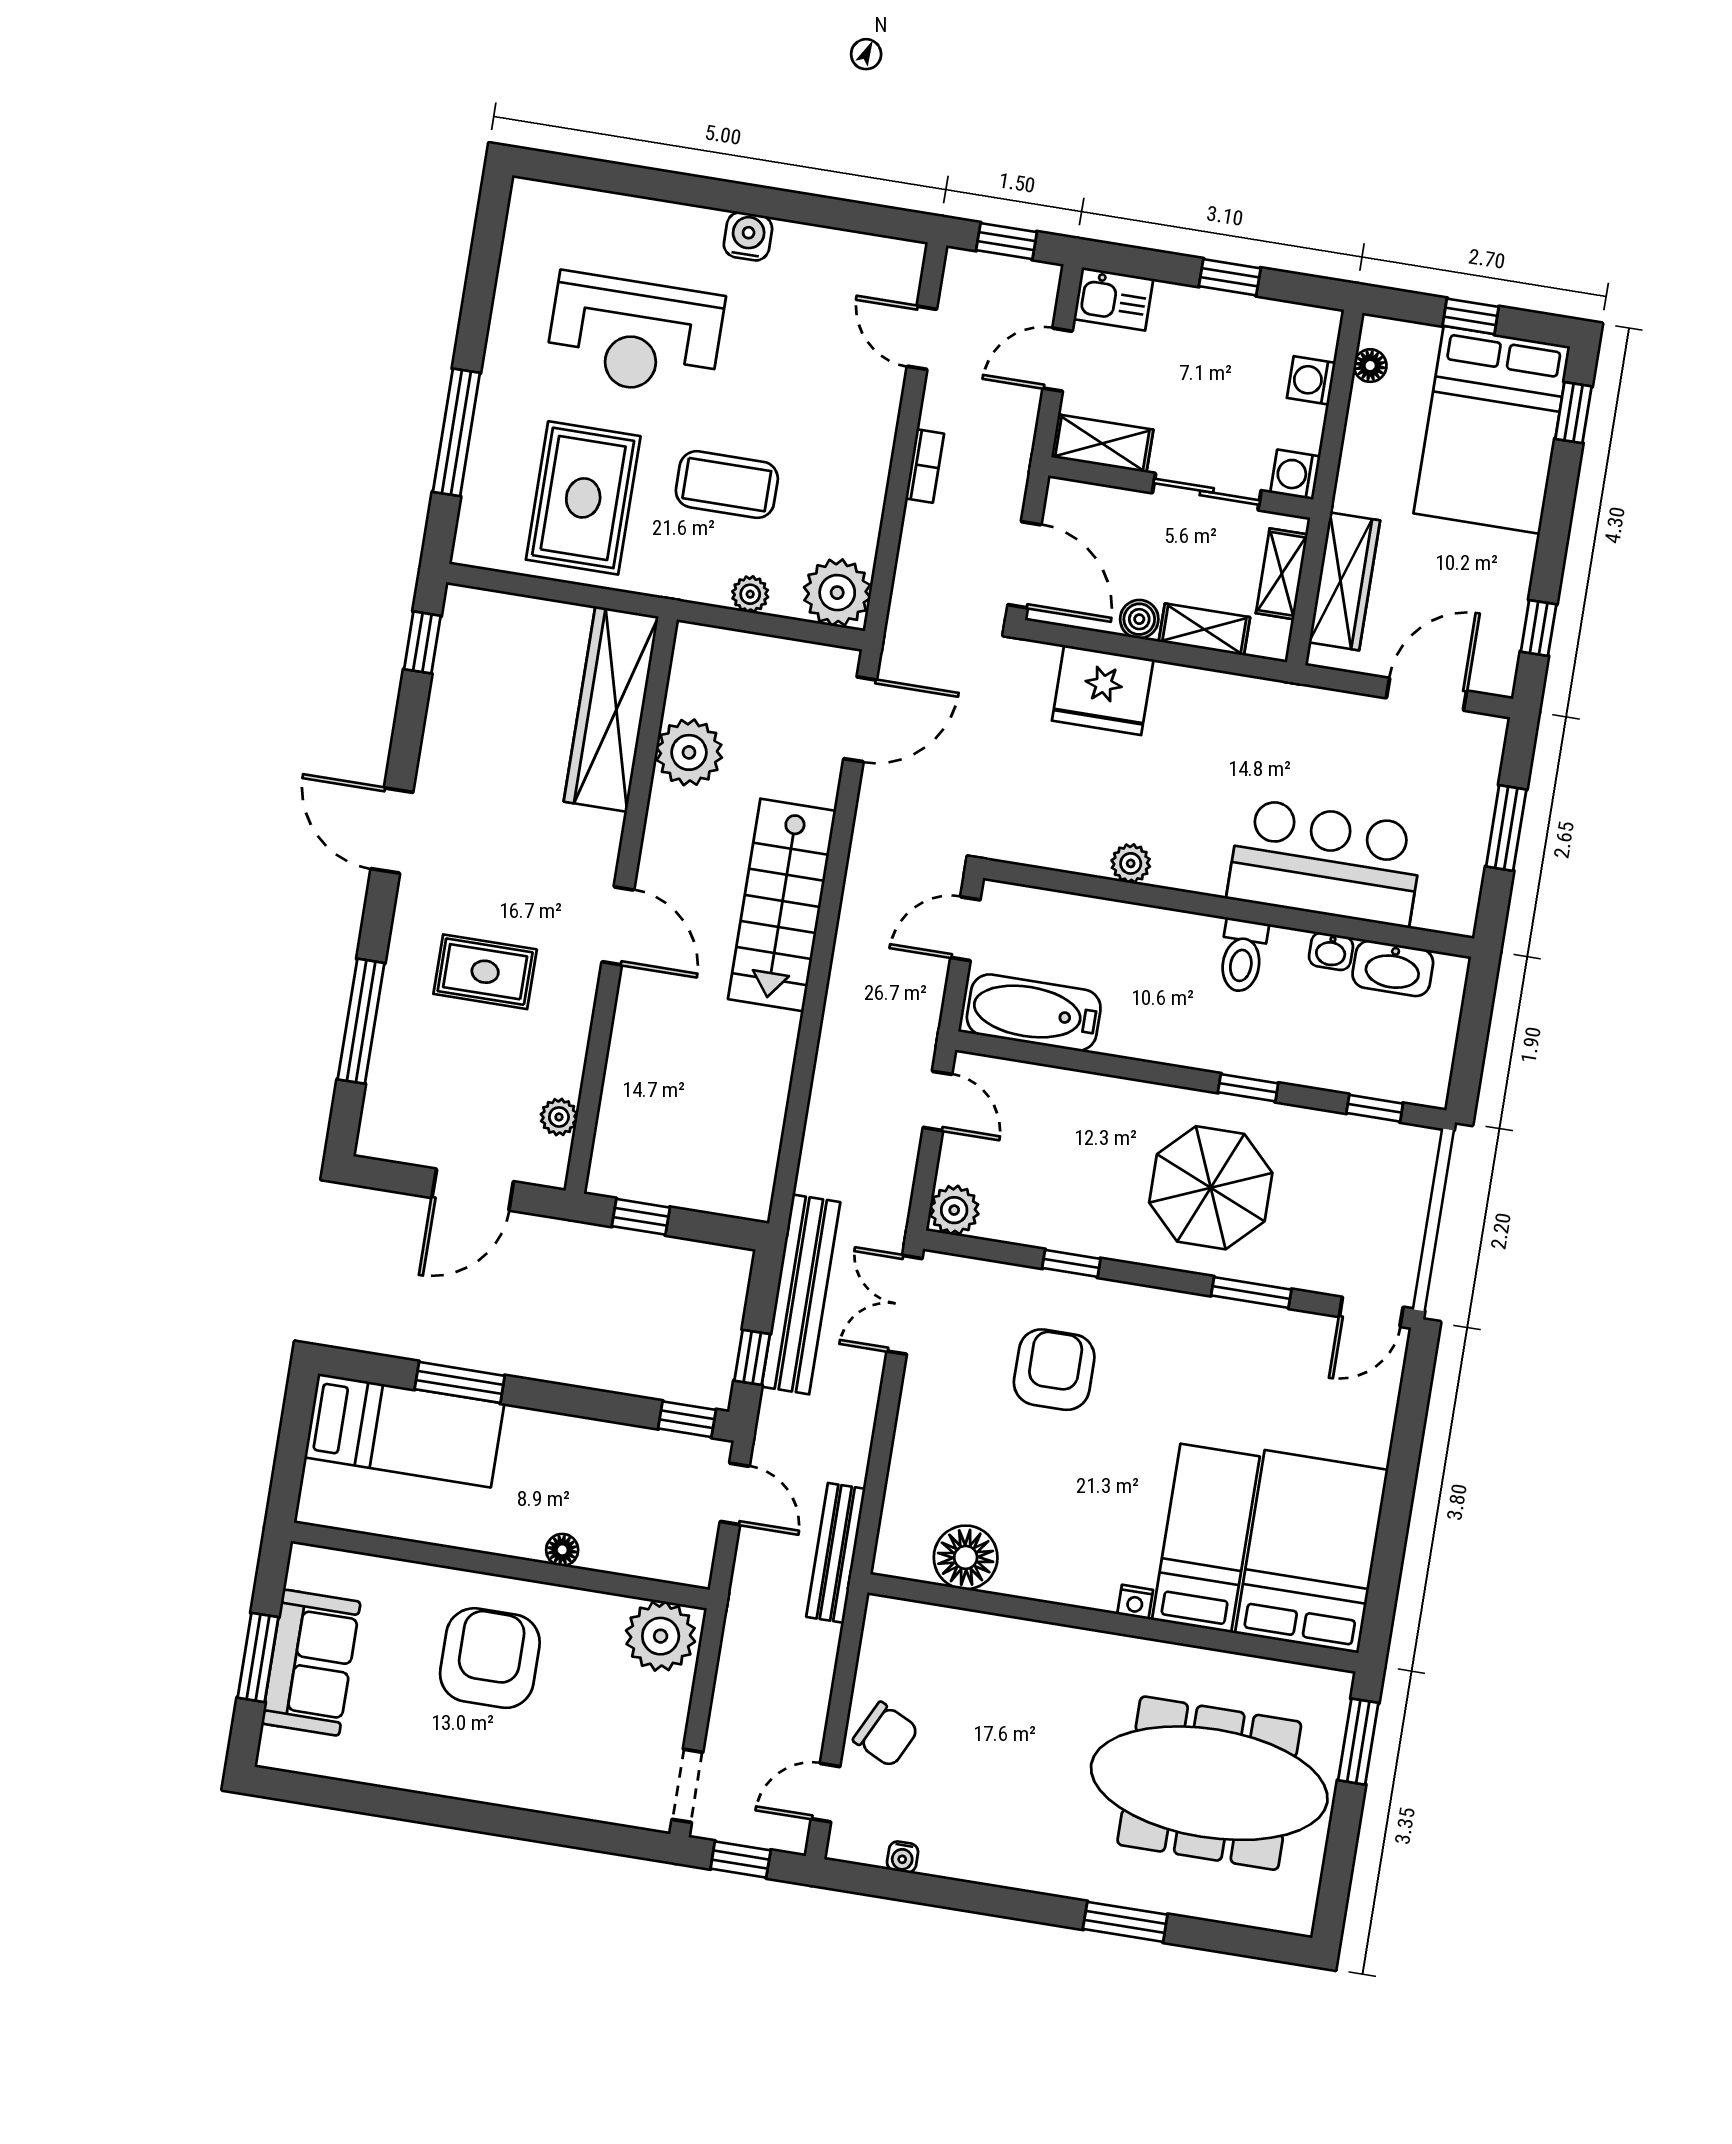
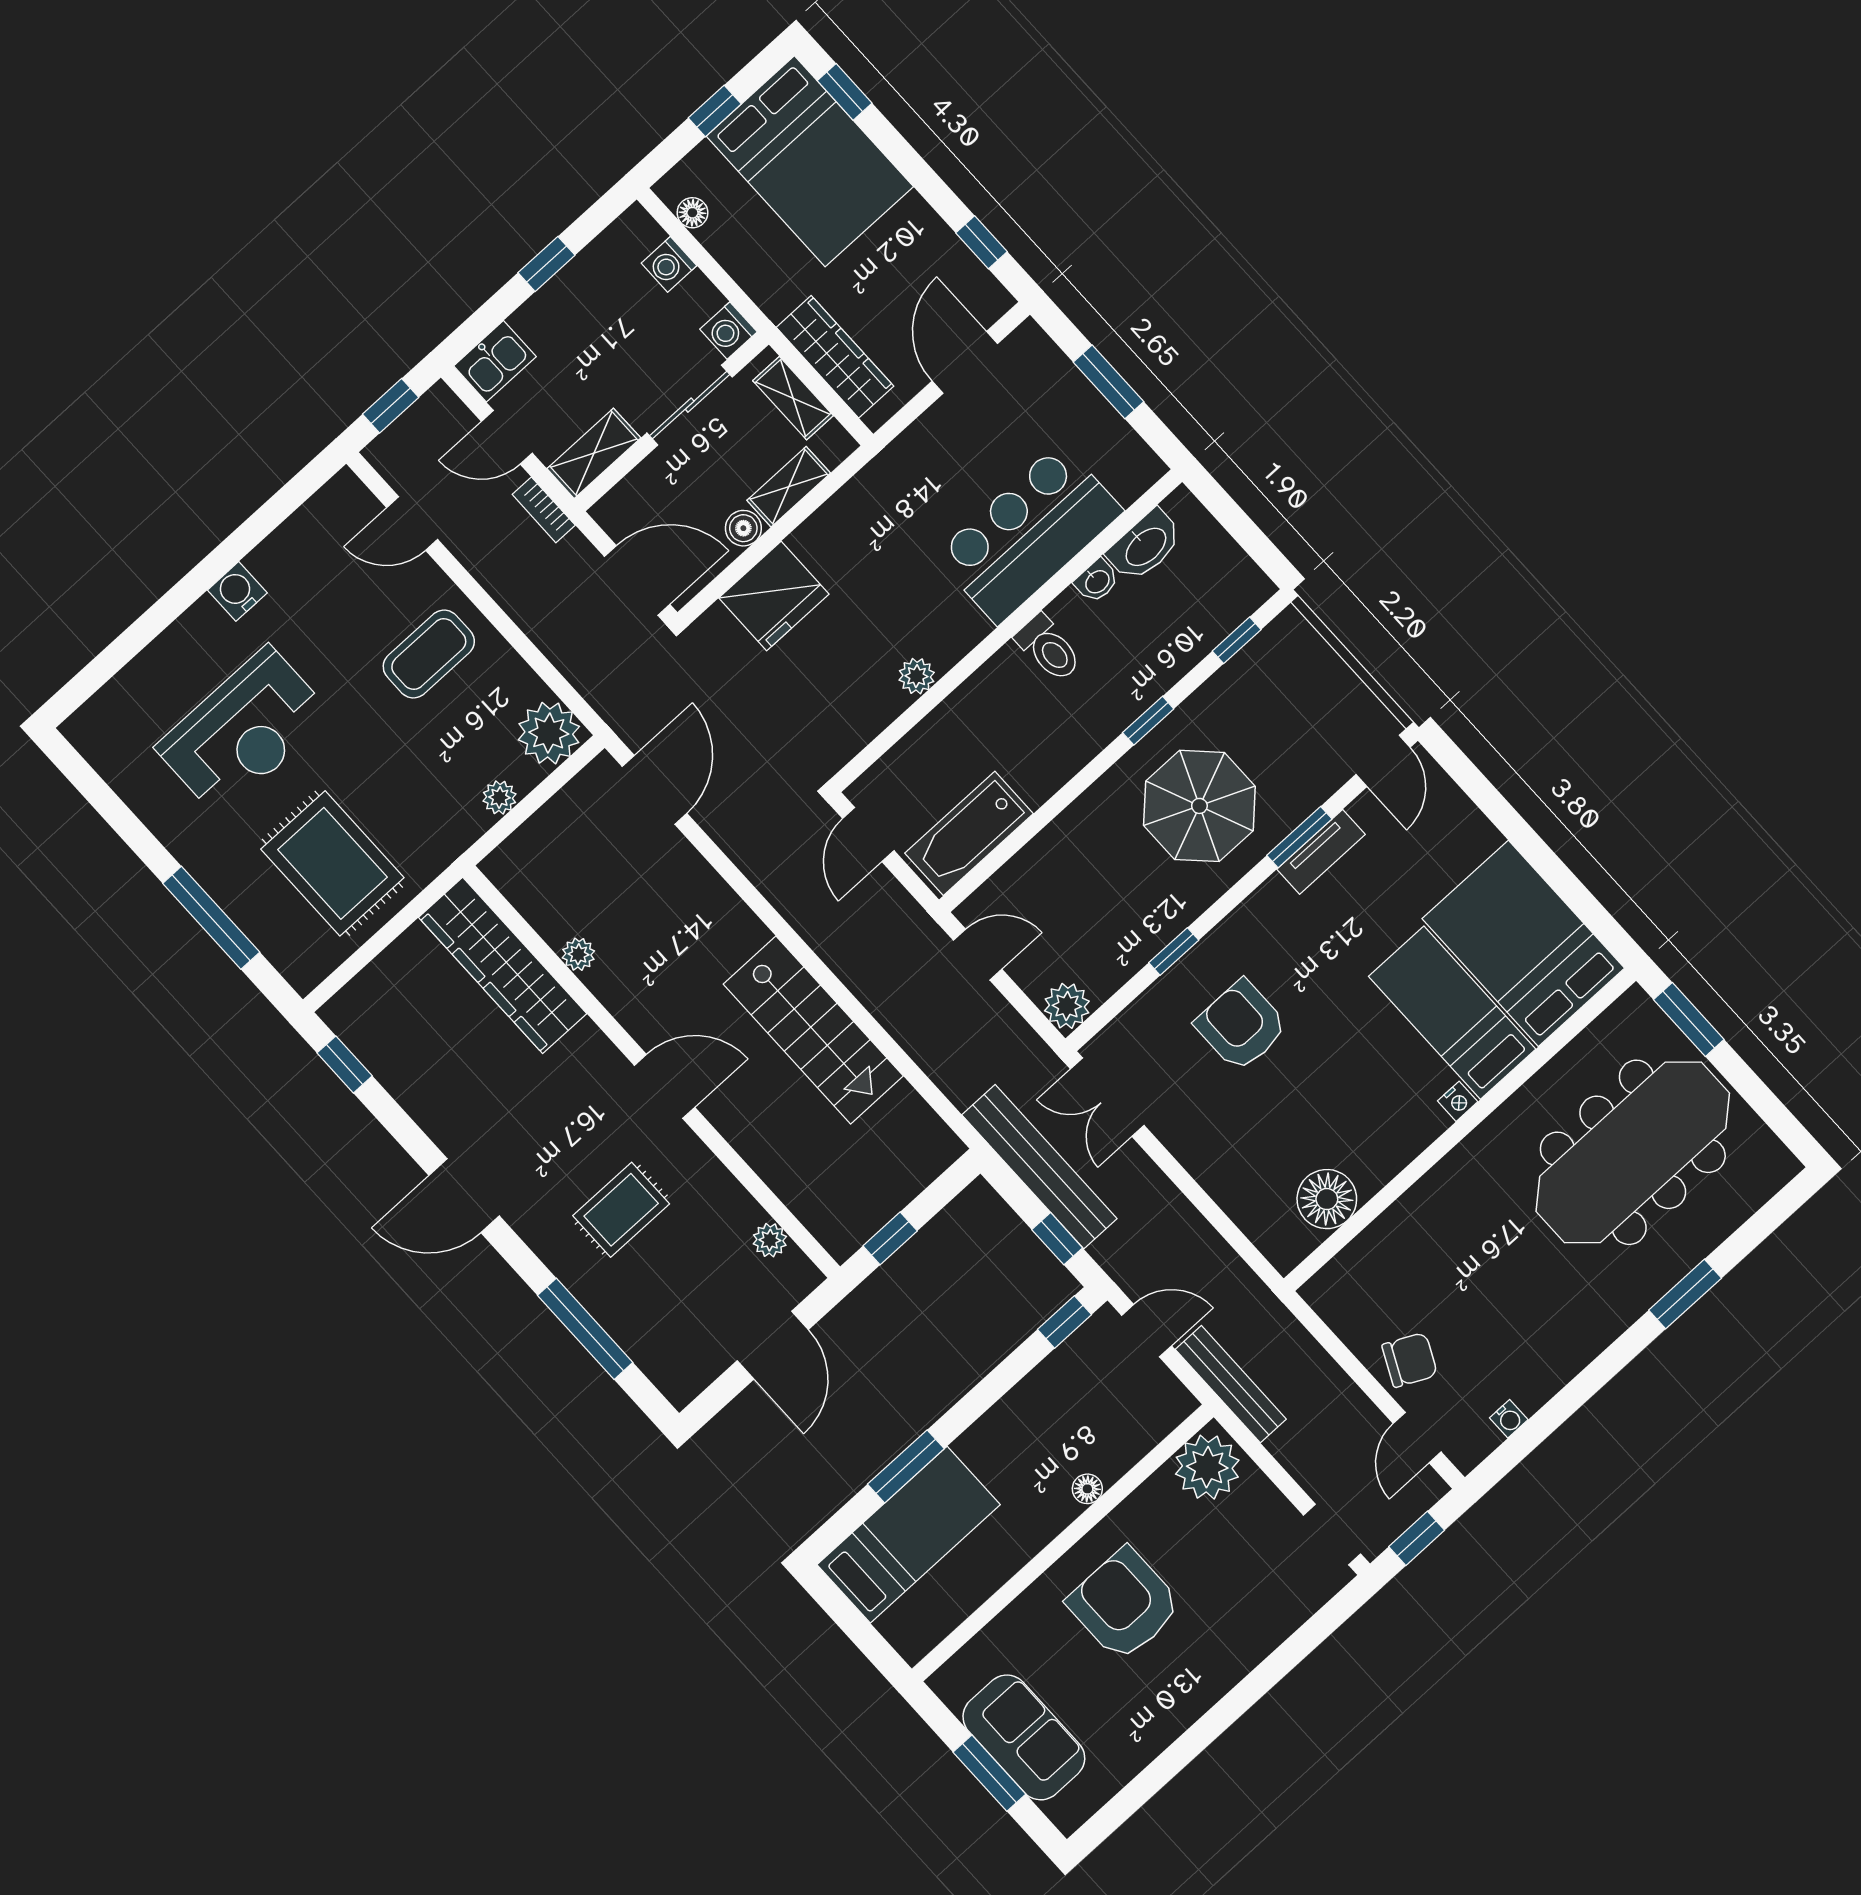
door: (1058, 360) -> (507, 437), hinge flipped
bookcase: (925, 466) -> (544, 510), moved, turned 180
coffee table: (727, 485) -> (429, 654), moved
plant: (689, 752) -> (578, 954), width x0.53, depth x0.53
stairs: (782, 905) -> (813, 1030), moved
tv unit: (1253, 1321) -> (1321, 852), added
bench: (836, 1553) -> (1231, 1384), moved

